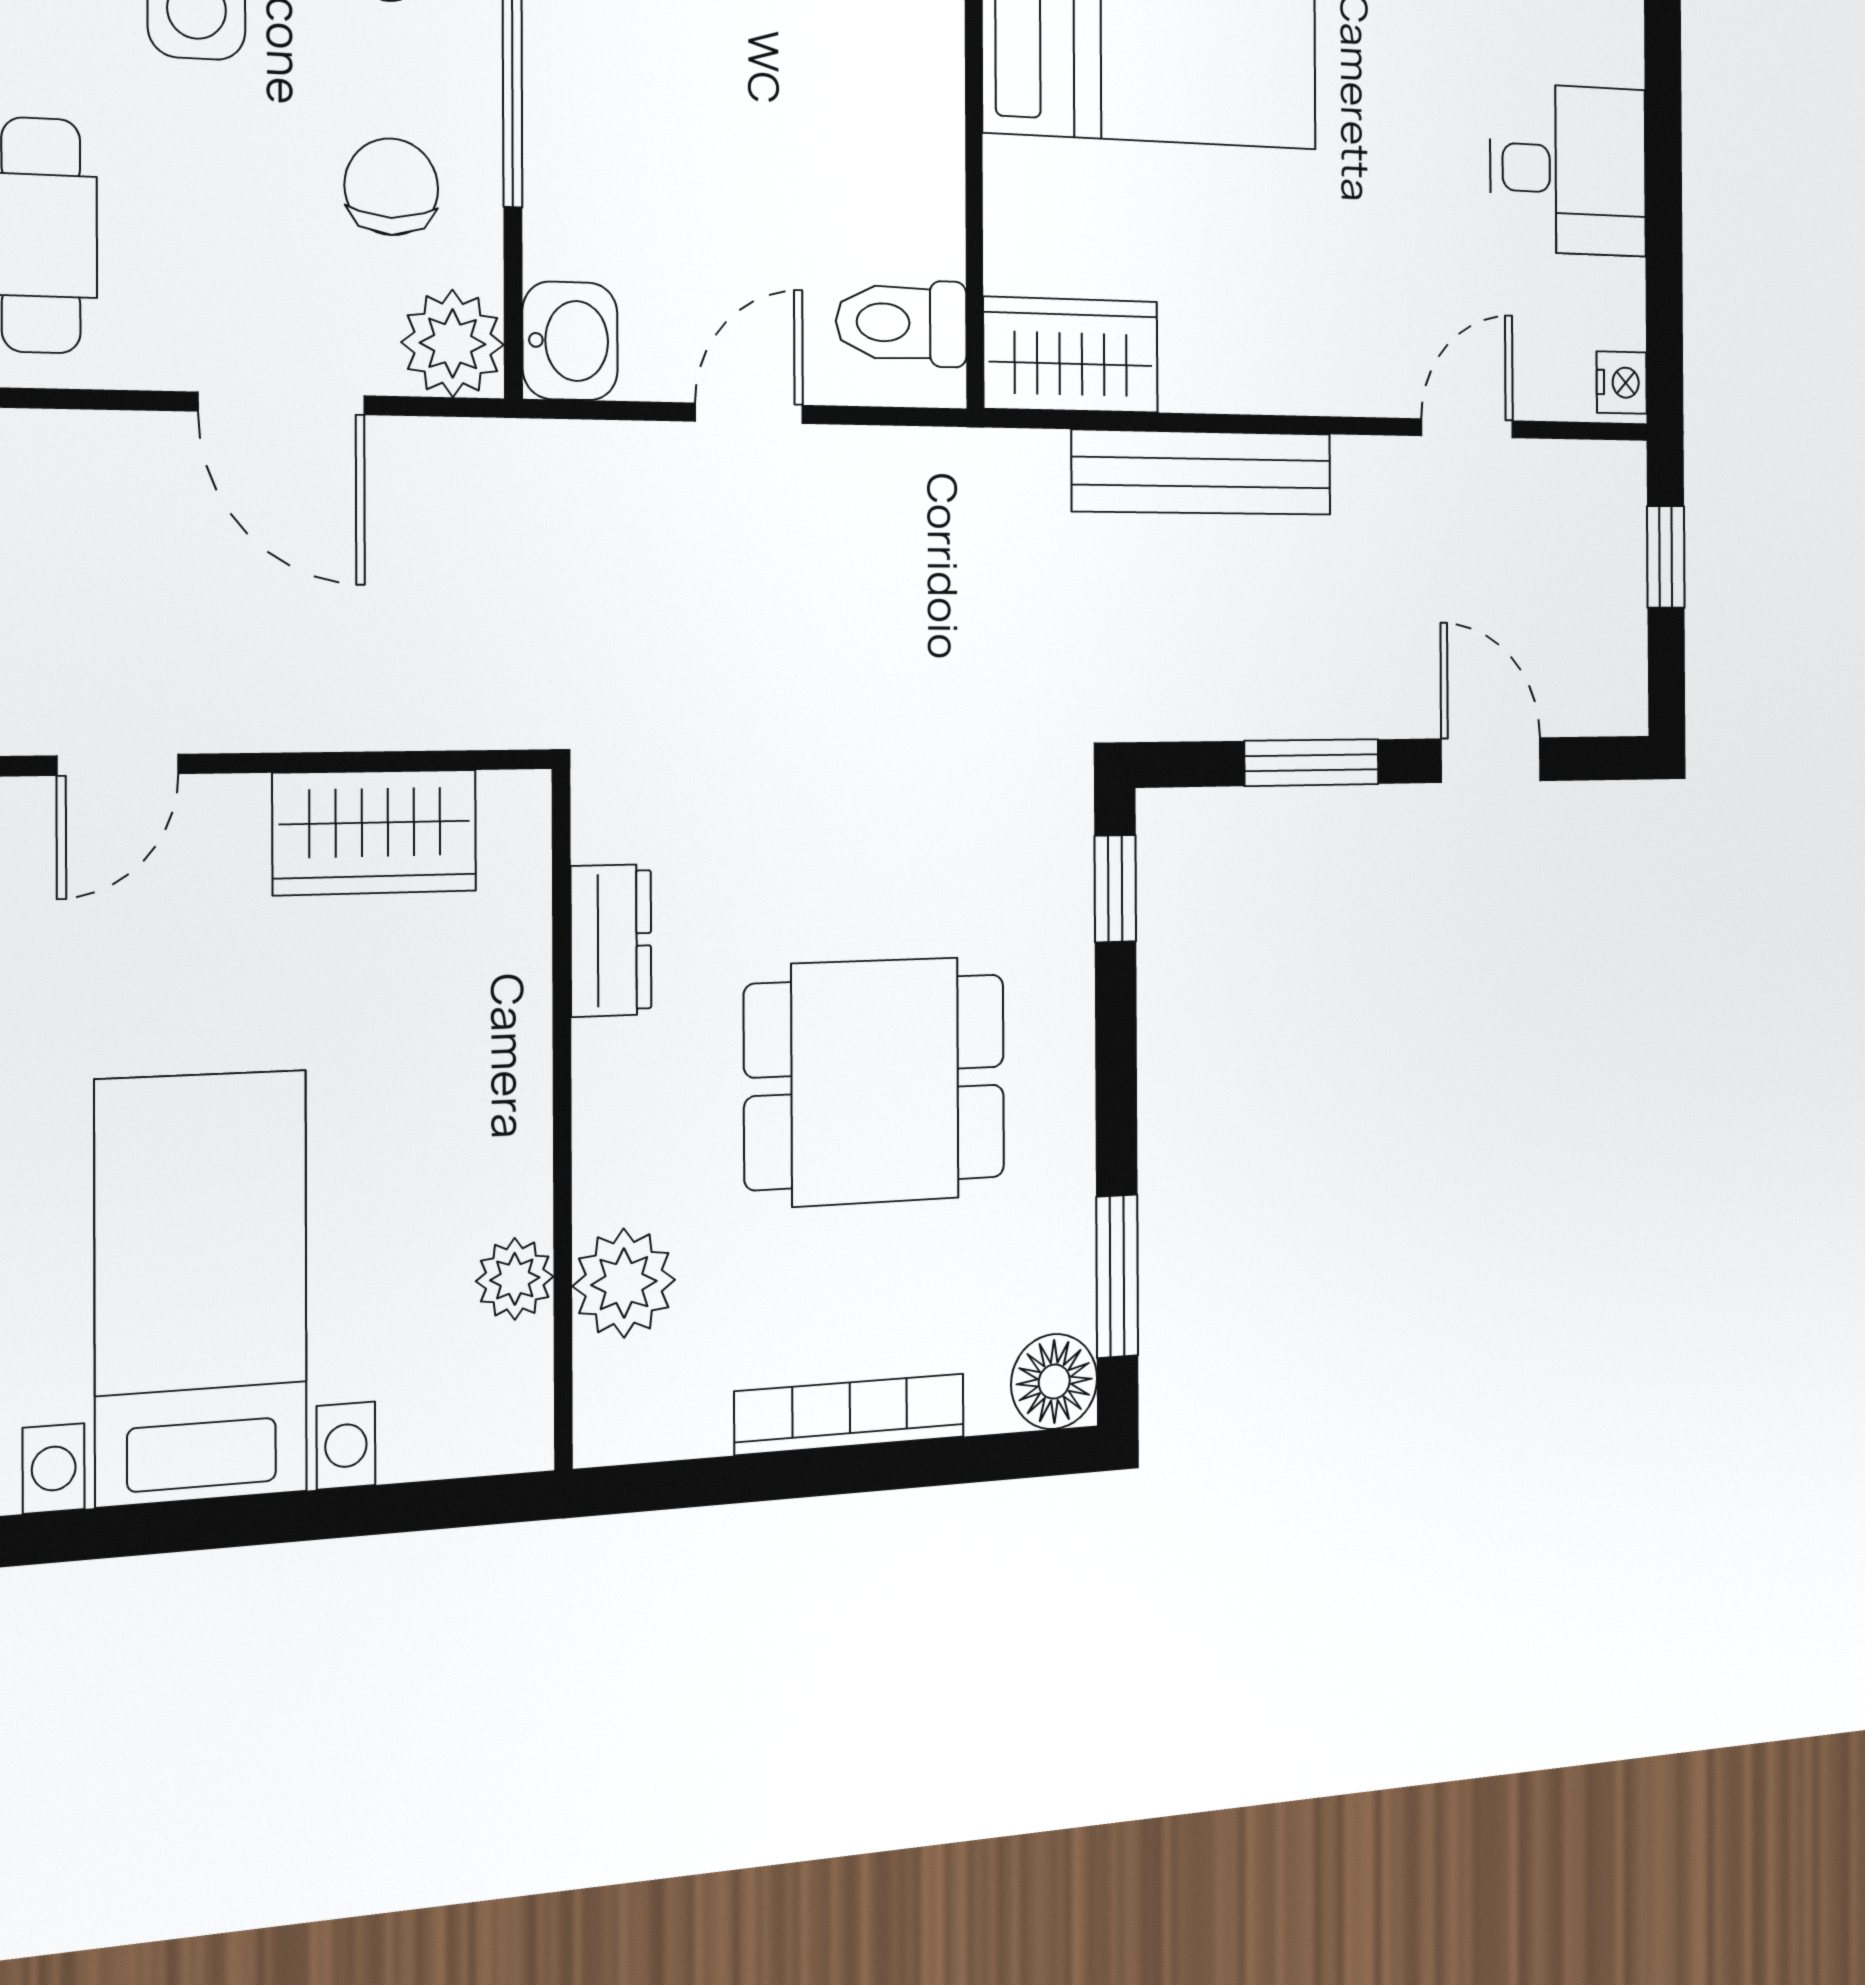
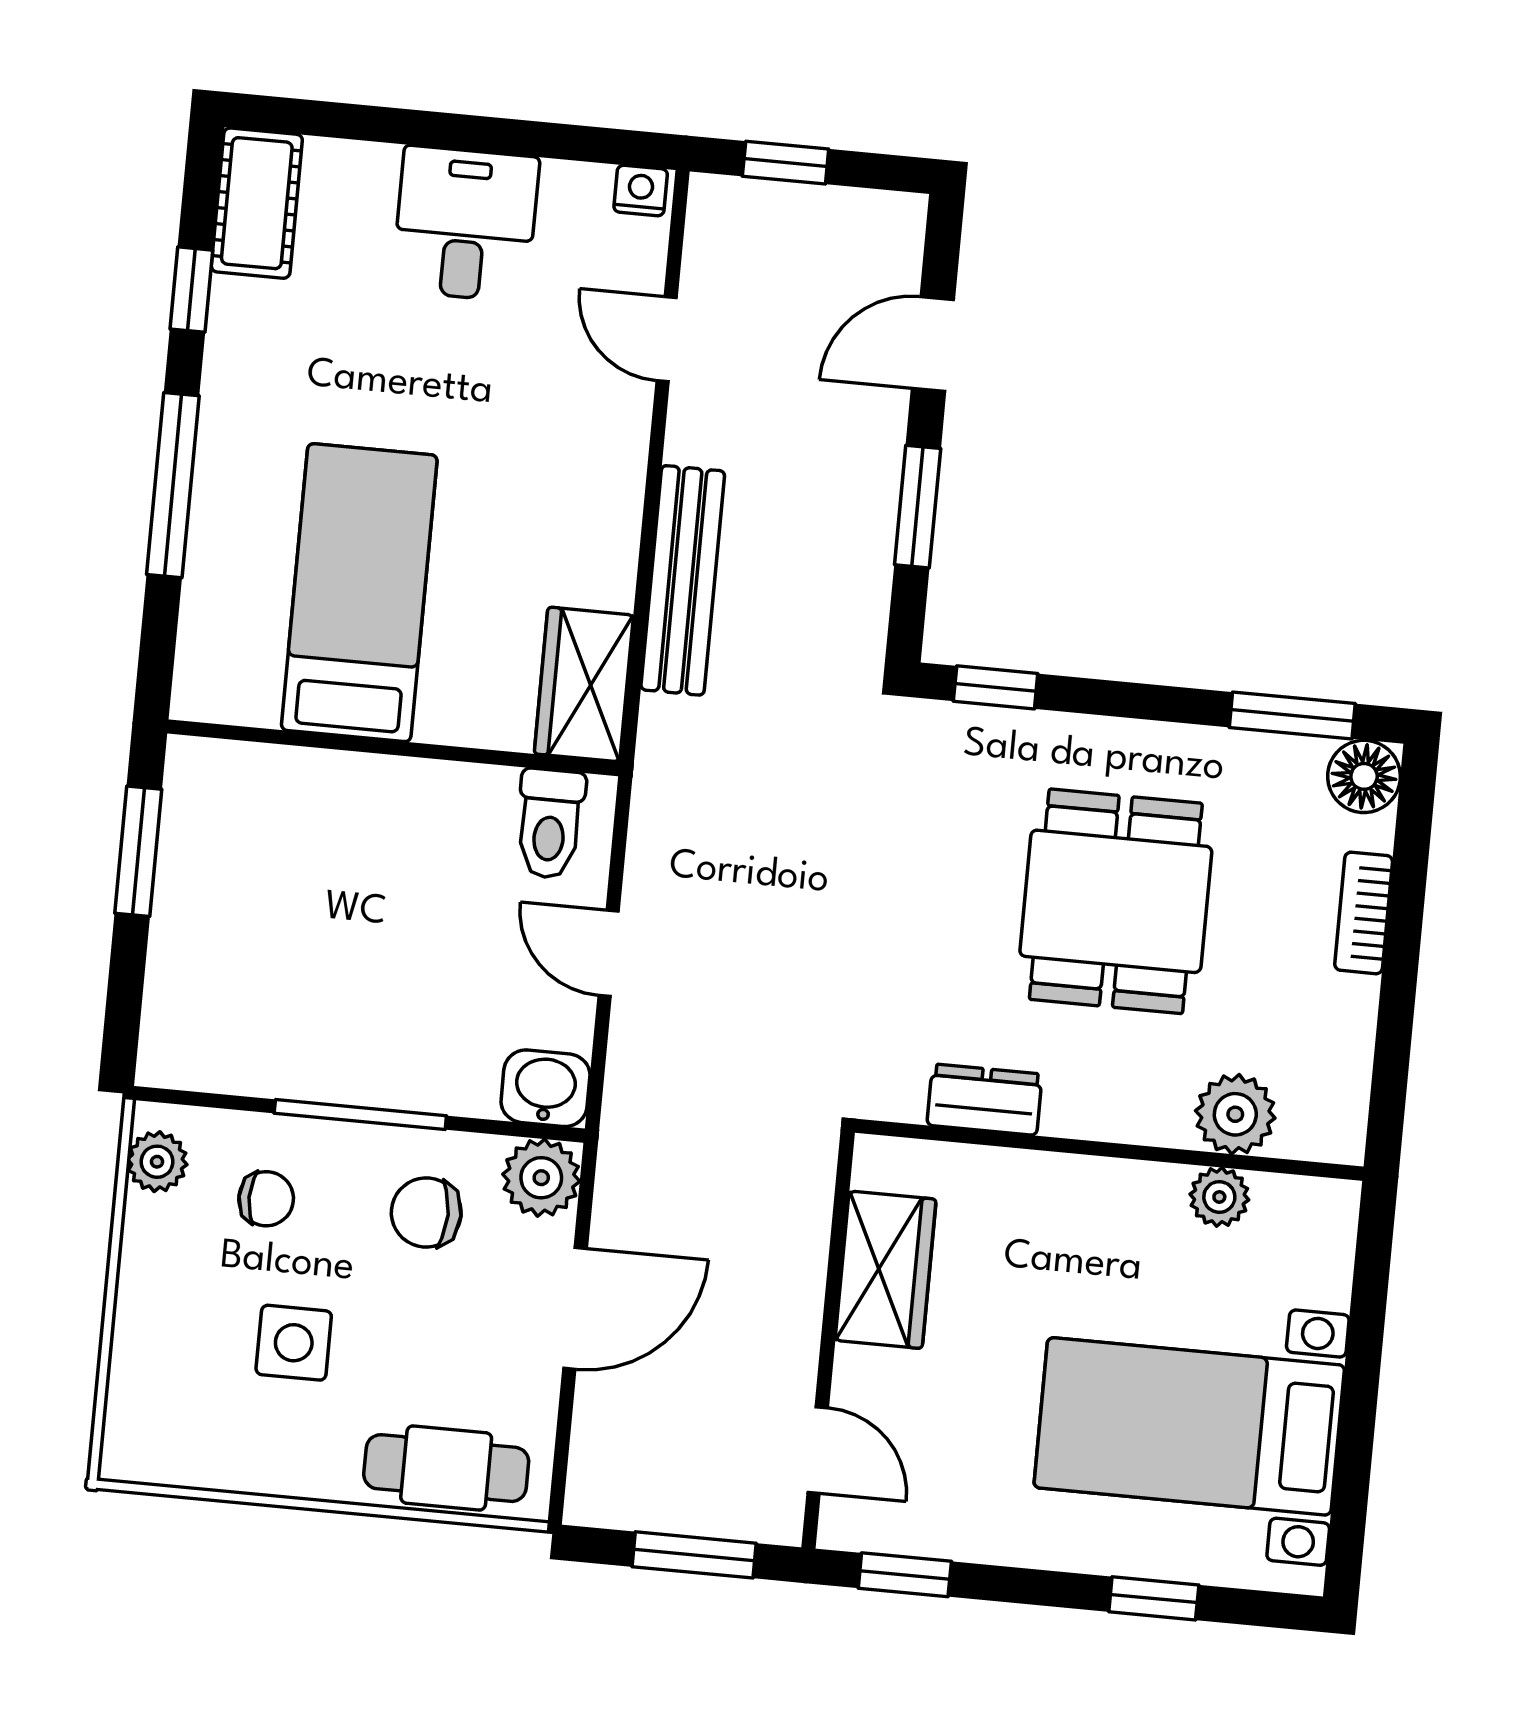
bookcase: (850, 1414) -> (1364, 913), width x0.64

